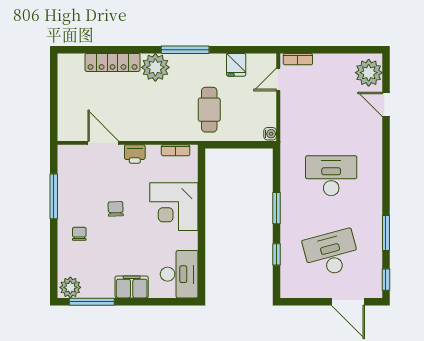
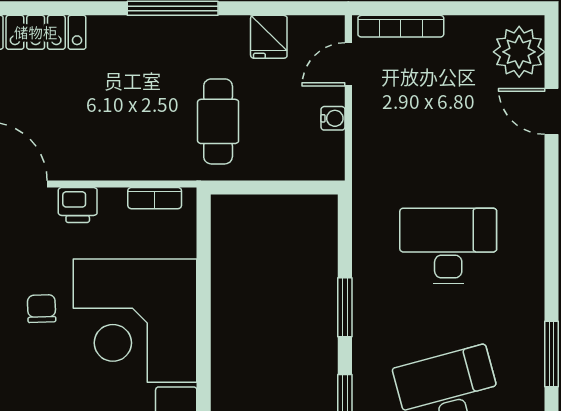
bookcase: (298, 59) -> (401, 26), width x1.56
plant: (155, 67) -> (117, 42), removed
water cooler: (270, 134) -> (333, 118), moved
corner desk: (174, 207) -> (135, 321), width x1.36, depth x1.36

